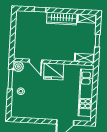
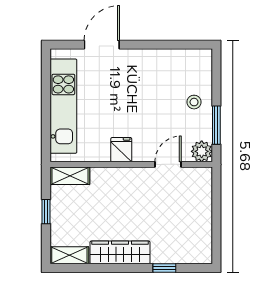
door: (35, 61) -> (168, 164), hinge flipped
fridge: (54, 71) -> (121, 150), width x0.53, depth x0.75

